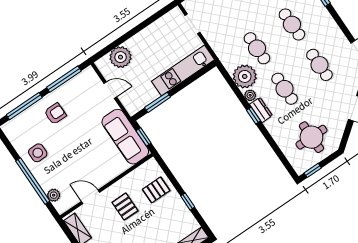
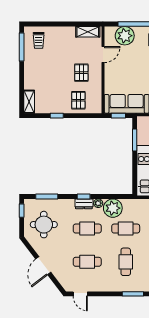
cafe table: (292, 24) -> (126, 262), turned 90
window: (280, 154) -> (47, 196), added
plant: (54, 195) -> (125, 36), width x1.88, depth x1.88
pallet: (125, 207) -> (81, 73), turned 90

